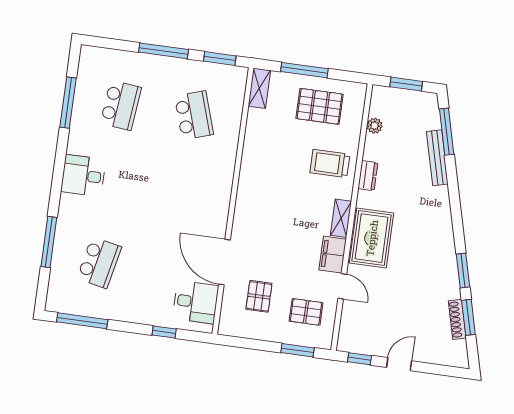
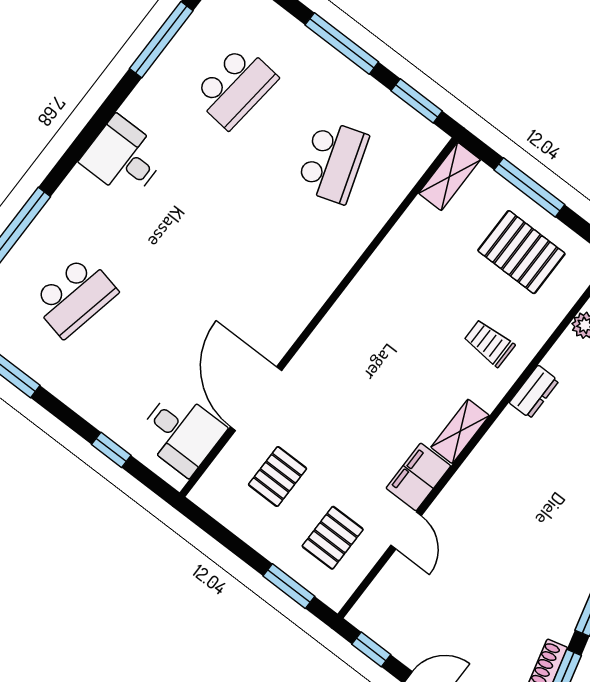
trolley: (330, 164) -> (489, 343), width x0.73, depth x0.72
rug: (372, 238) -> (488, 485), removed
pallet: (306, 312) -> (333, 538), turned 90

